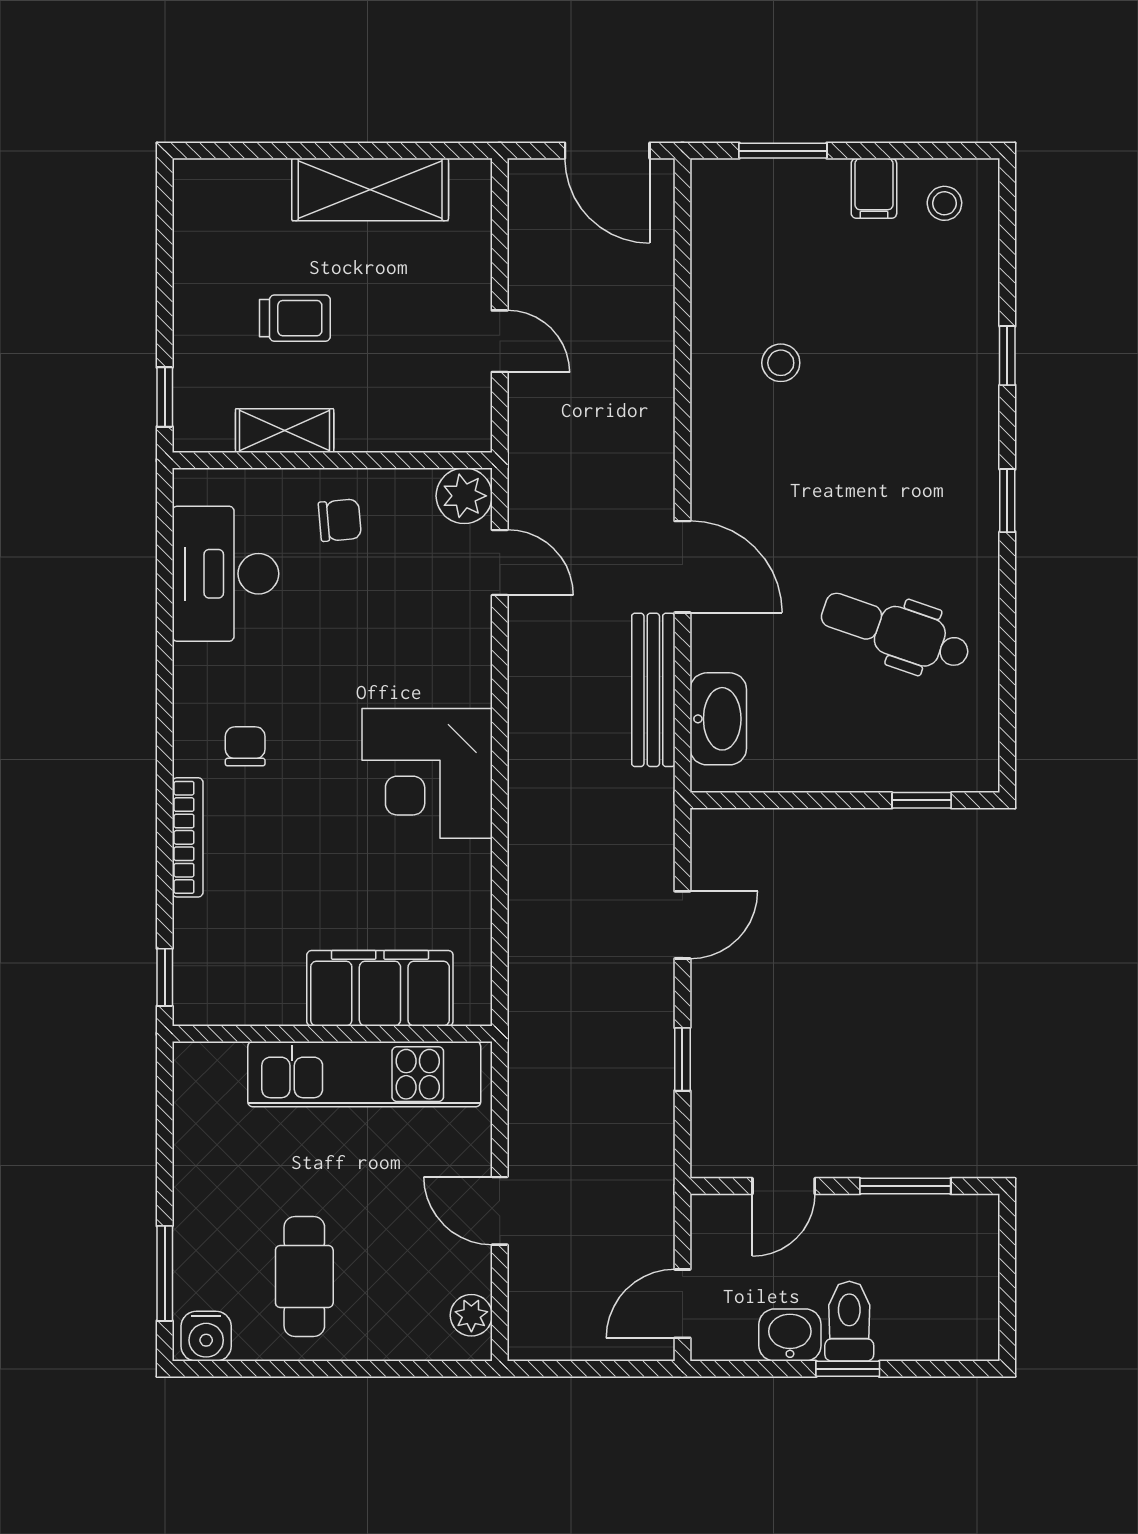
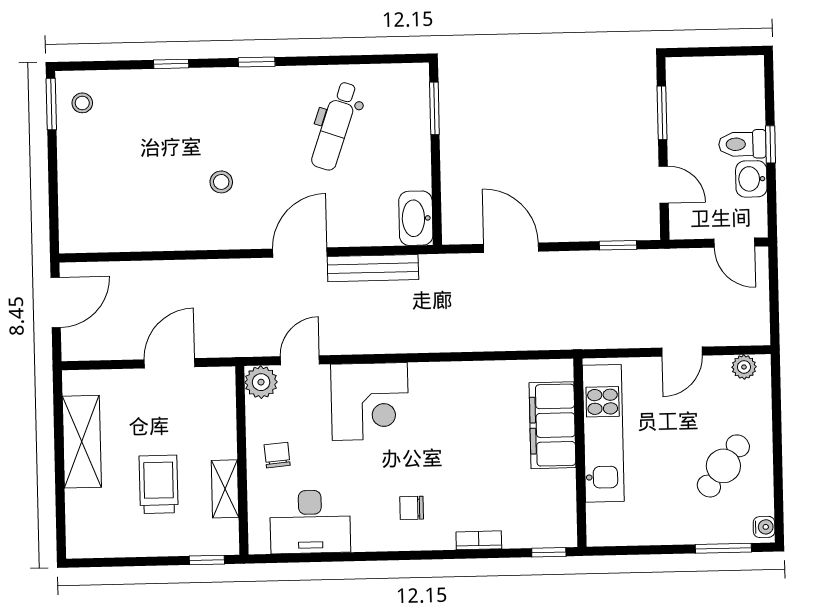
window: (783, 151) -> (51, 104), moved
filing cabinet: (874, 188) -> (74, 145), removed
trolley: (295, 318) -> (159, 484), width x1.36, depth x1.39
door: (500, 341) -> (169, 363), width x1.38
stool: (781, 363) -> (221, 182), moved
washbasin: (718, 719) -> (416, 218), moved, turned -90
corner desk: (427, 773) -> (370, 402), moved
window: (922, 800) -> (434, 108), width x1.50
bookcase: (188, 837) -> (479, 540), width x0.64
door: (682, 925) -> (511, 248), width x1.38
window: (682, 1059) -> (618, 245), moved
cafe table: (304, 1277) -> (723, 466), turned -53
water cooler: (206, 1336) -> (764, 527), width x0.72, depth x0.72

